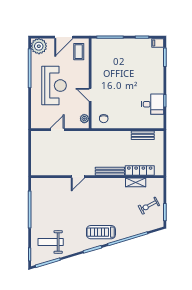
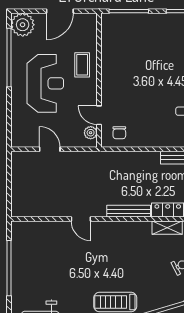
coffee table: (79, 52) -> (82, 65), moved
door: (90, 95) -> (99, 115), moved
door: (57, 130) -> (50, 149), hinge flipped
door: (78, 177) -> (81, 219), hinge flipped

